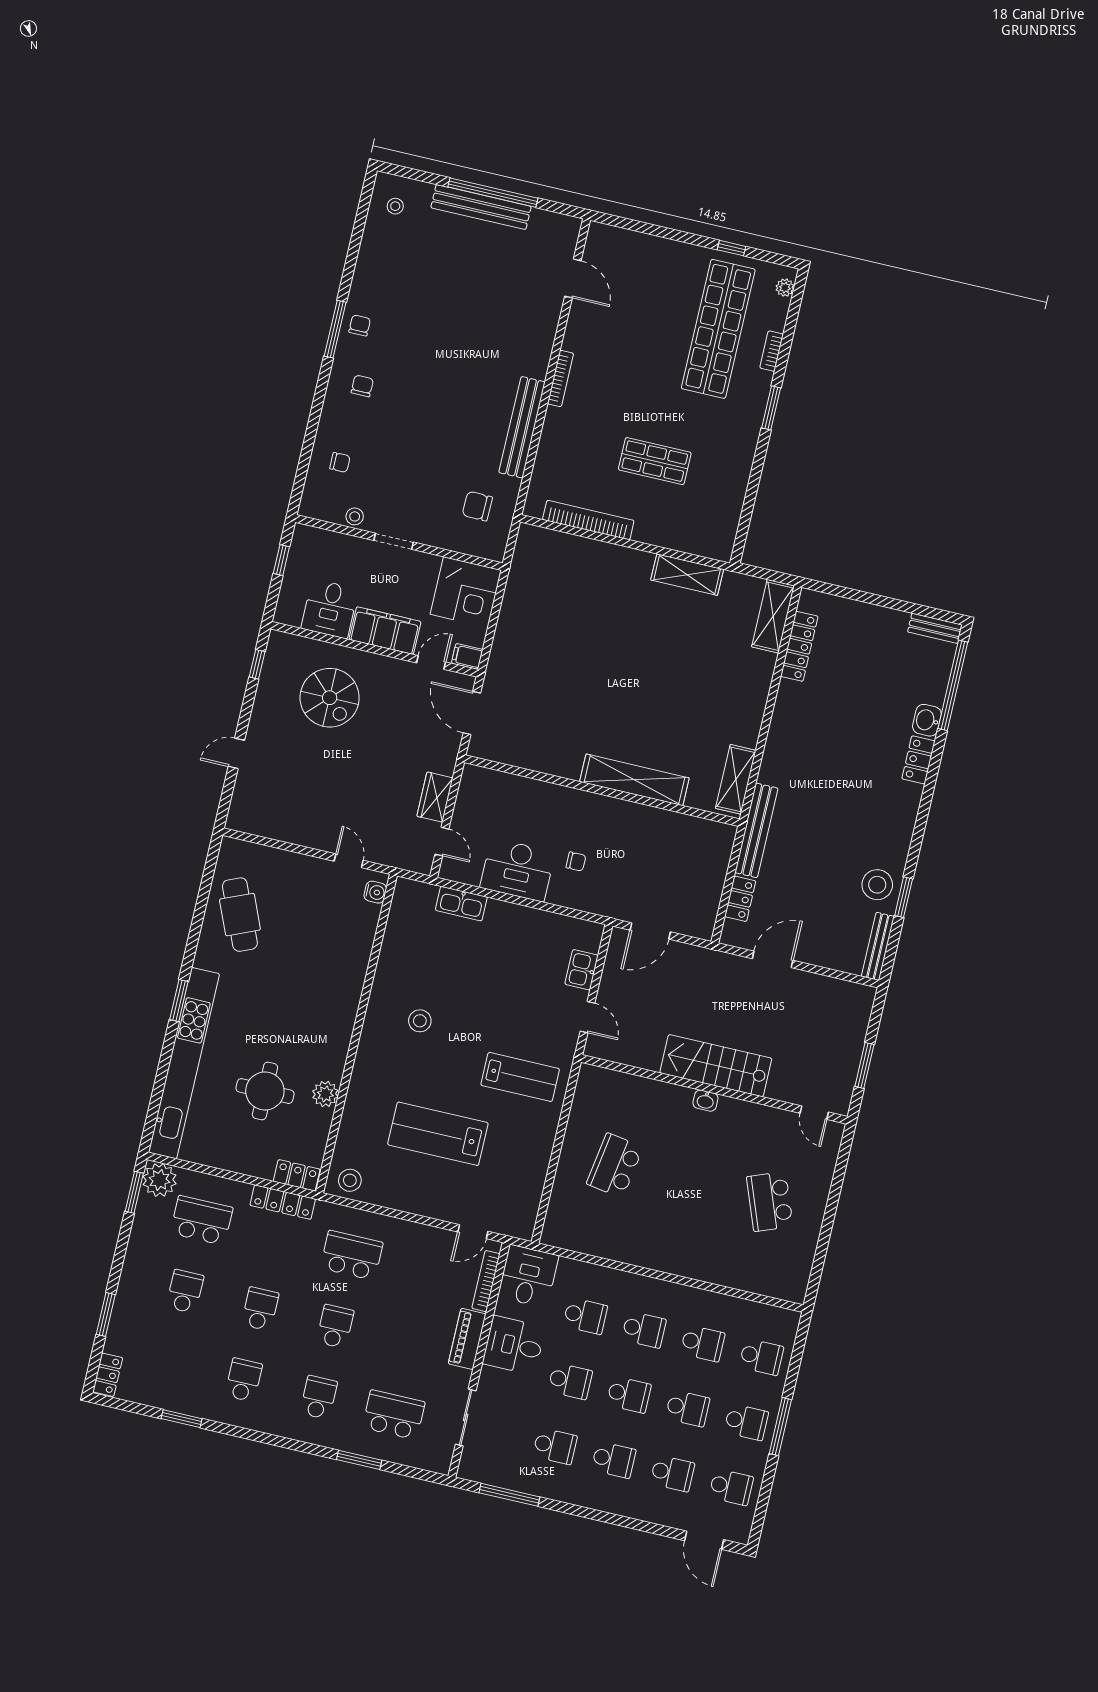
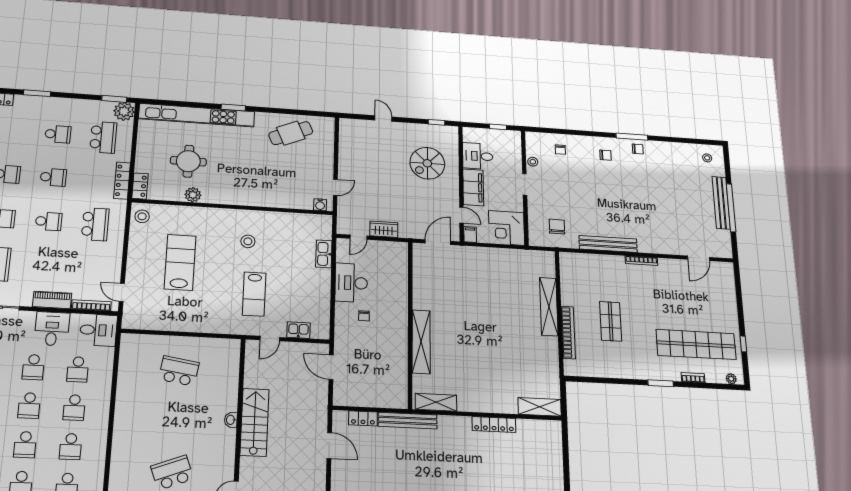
bookcase: (588, 520) -> (568, 332), moved
shelving: (687, 575) -> (549, 307), moved, width x1.47
locker: (799, 646) -> (494, 425), moved
lab bench: (520, 1077) -> (254, 294), moved

